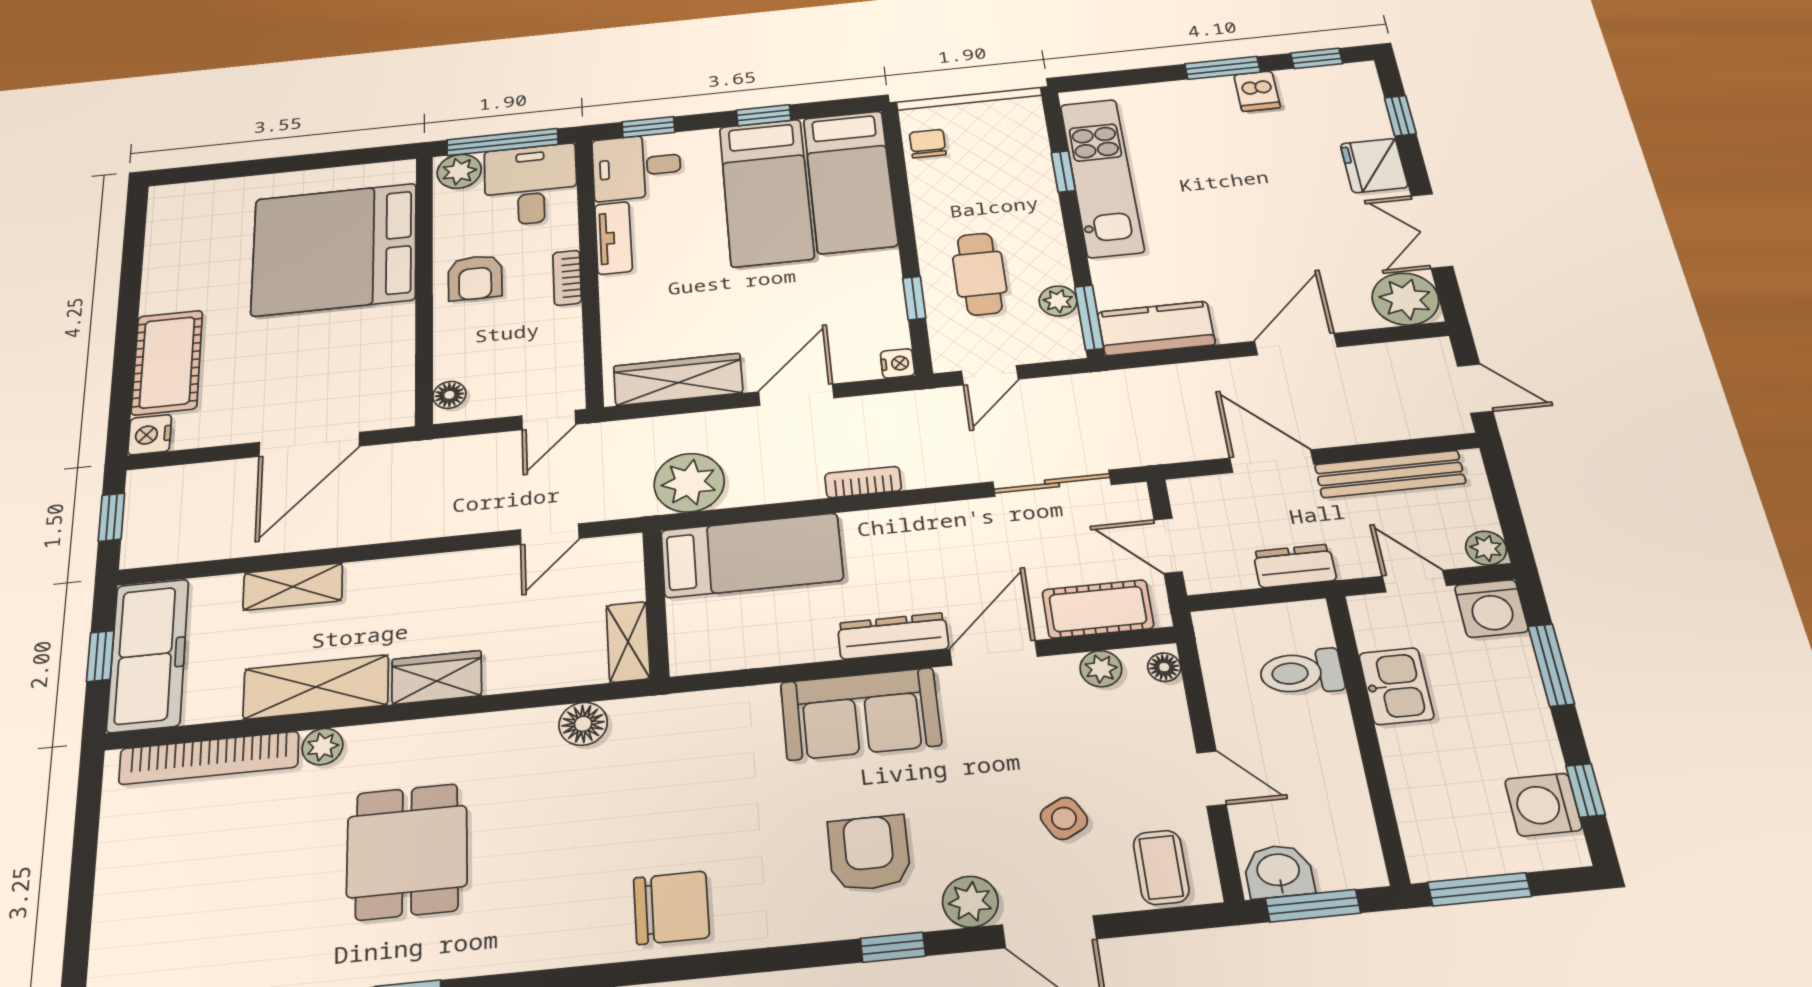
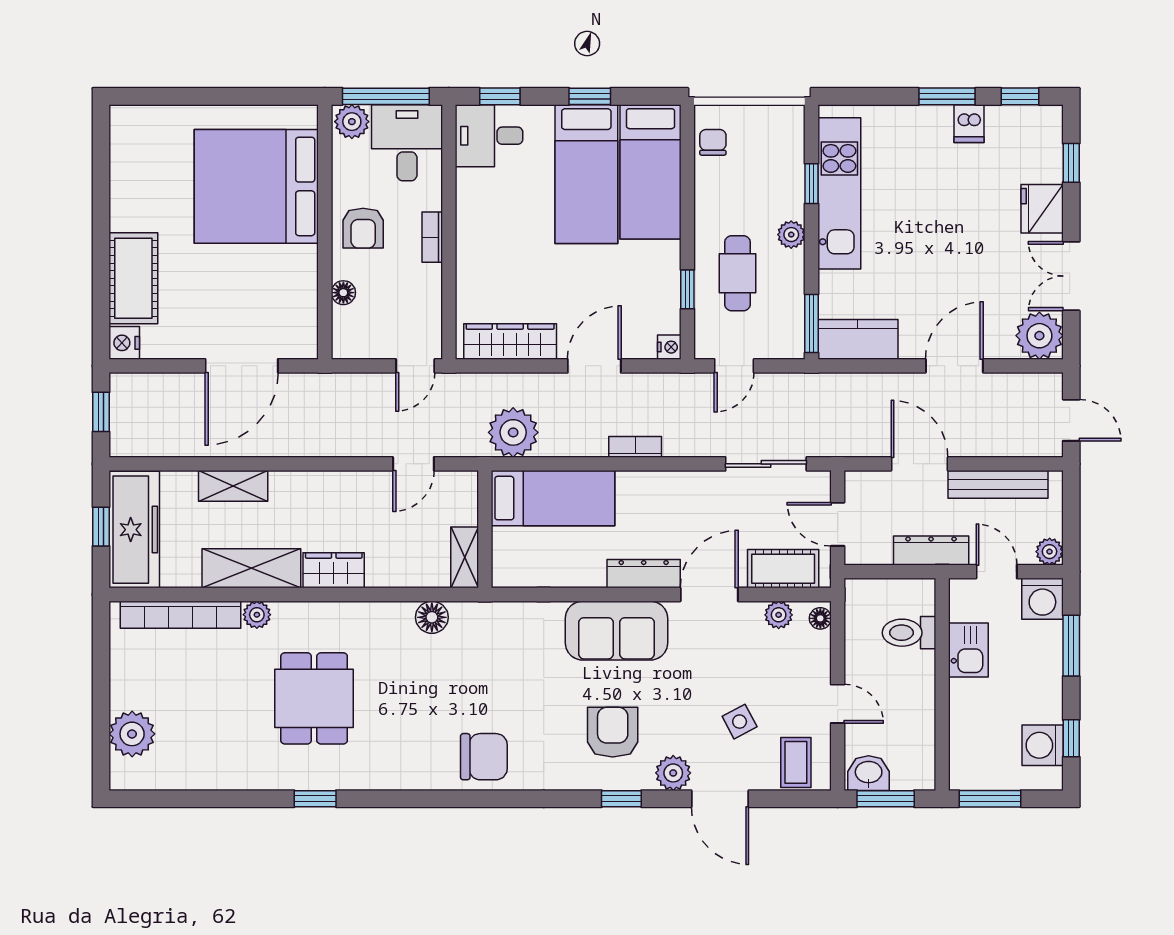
tv unit: (613, 238) -> (468, 203), removed
plant: (1058, 301) -> (791, 235), moved
floor lamp: (449, 395) -> (343, 293), moved
dresser: (1295, 566) -> (931, 550), width x1.44
plant: (126, 929) -> (132, 734), added

